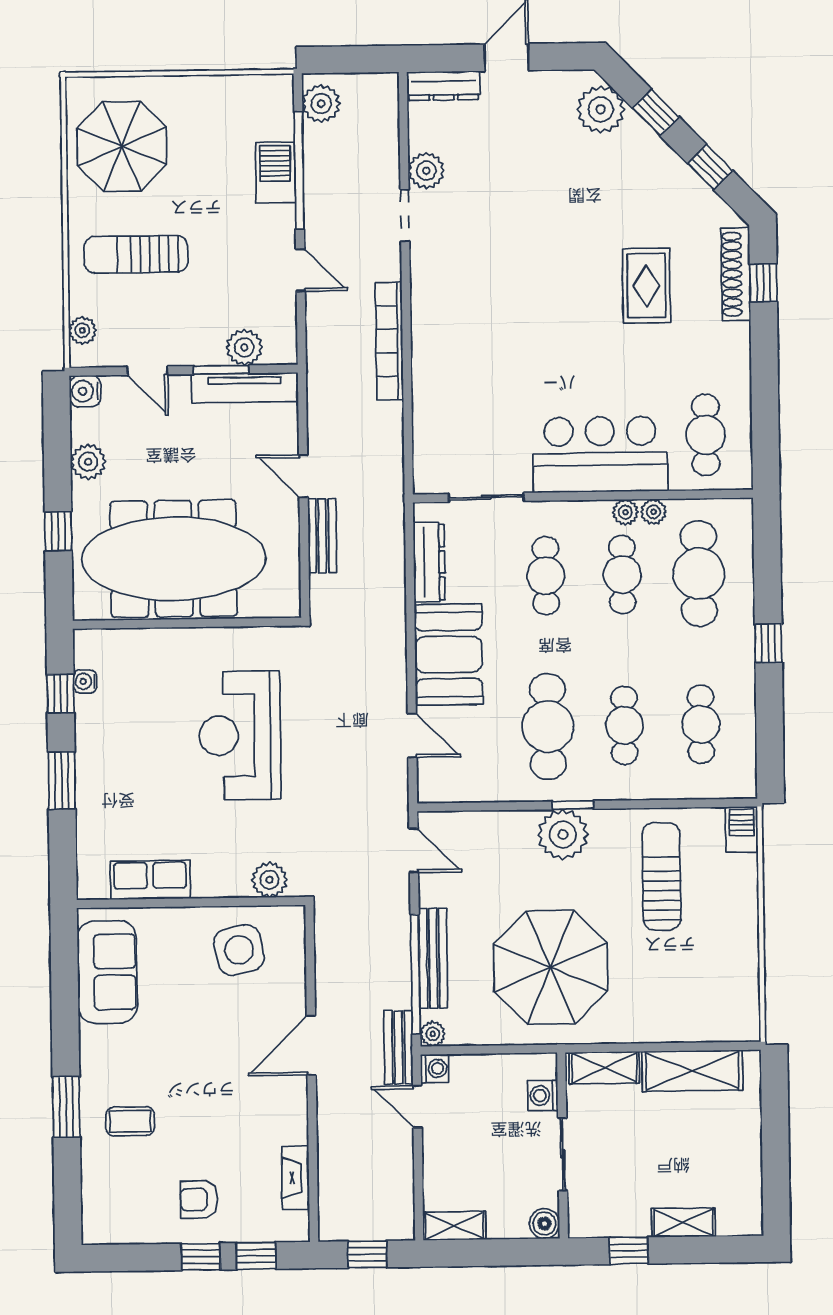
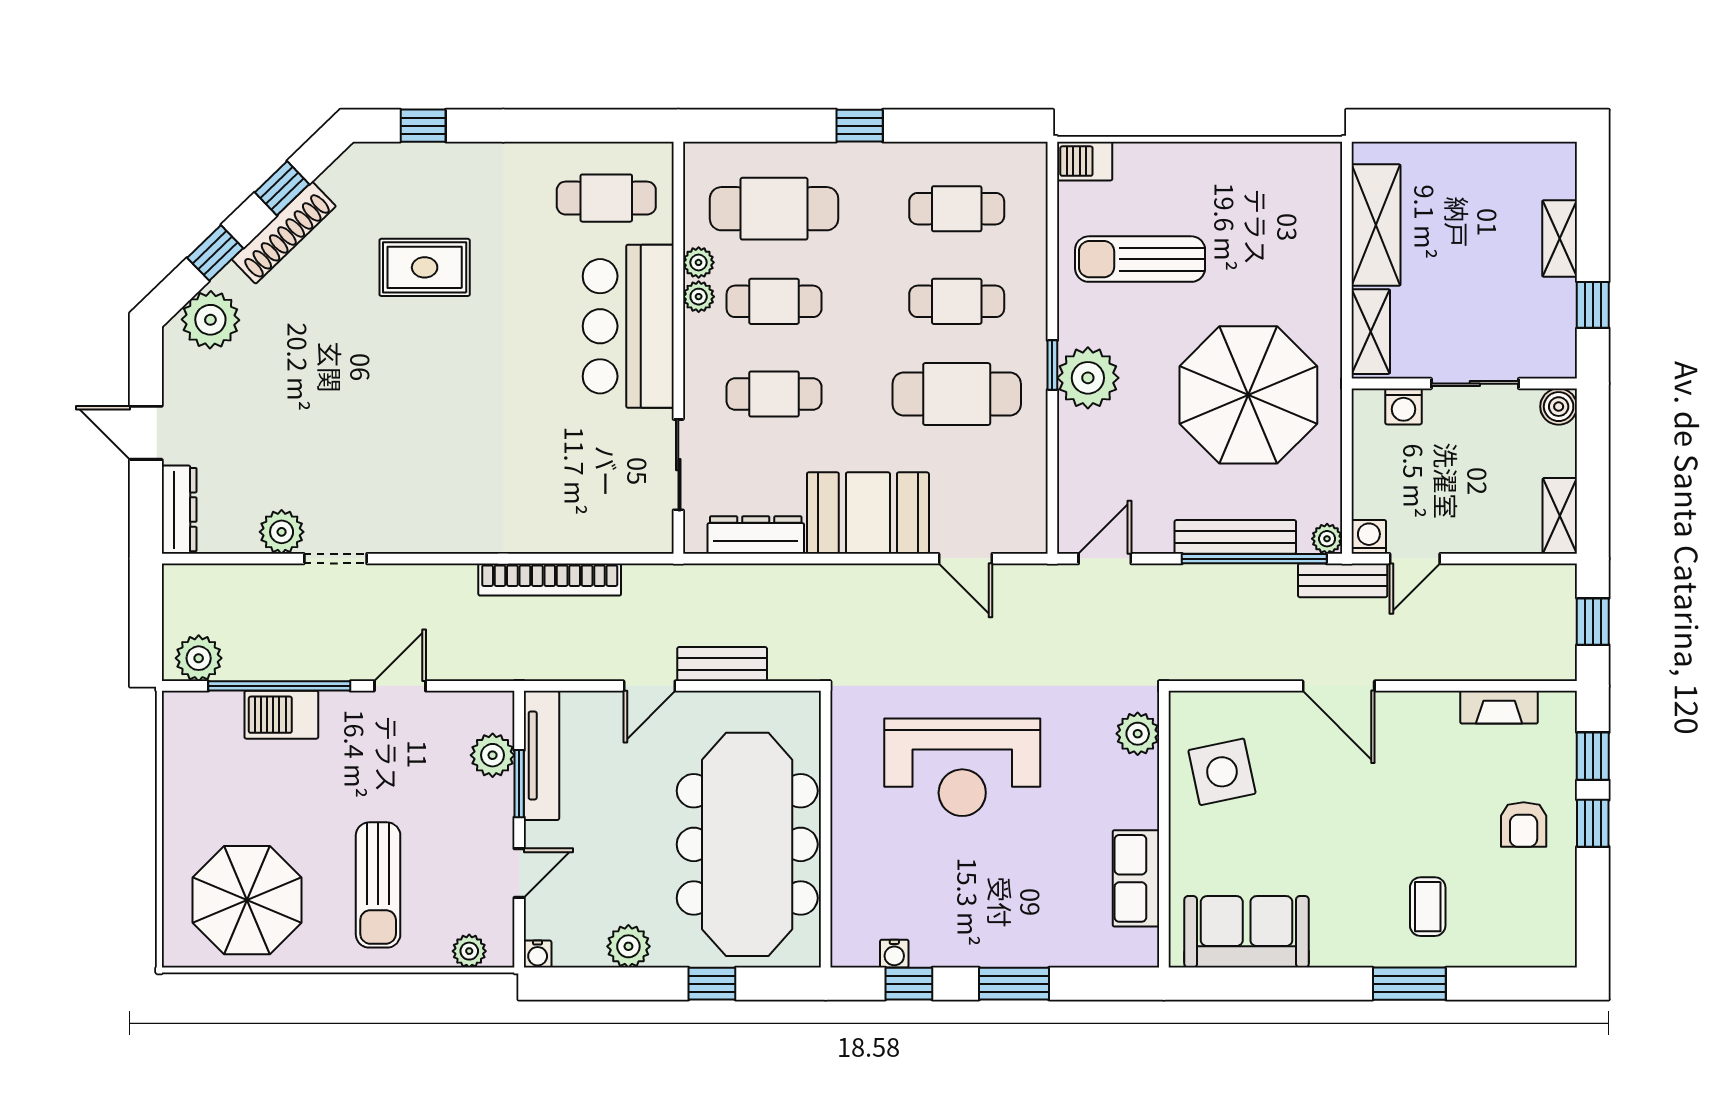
shoe rack: (736, 274) -> (284, 233), moved, turned -44
bookcase: (389, 341) -> (550, 580), moved
water cooler: (85, 391) -> (538, 954), width x0.72, depth x0.72
door: (412, 736) -> (965, 559), swing flipped

